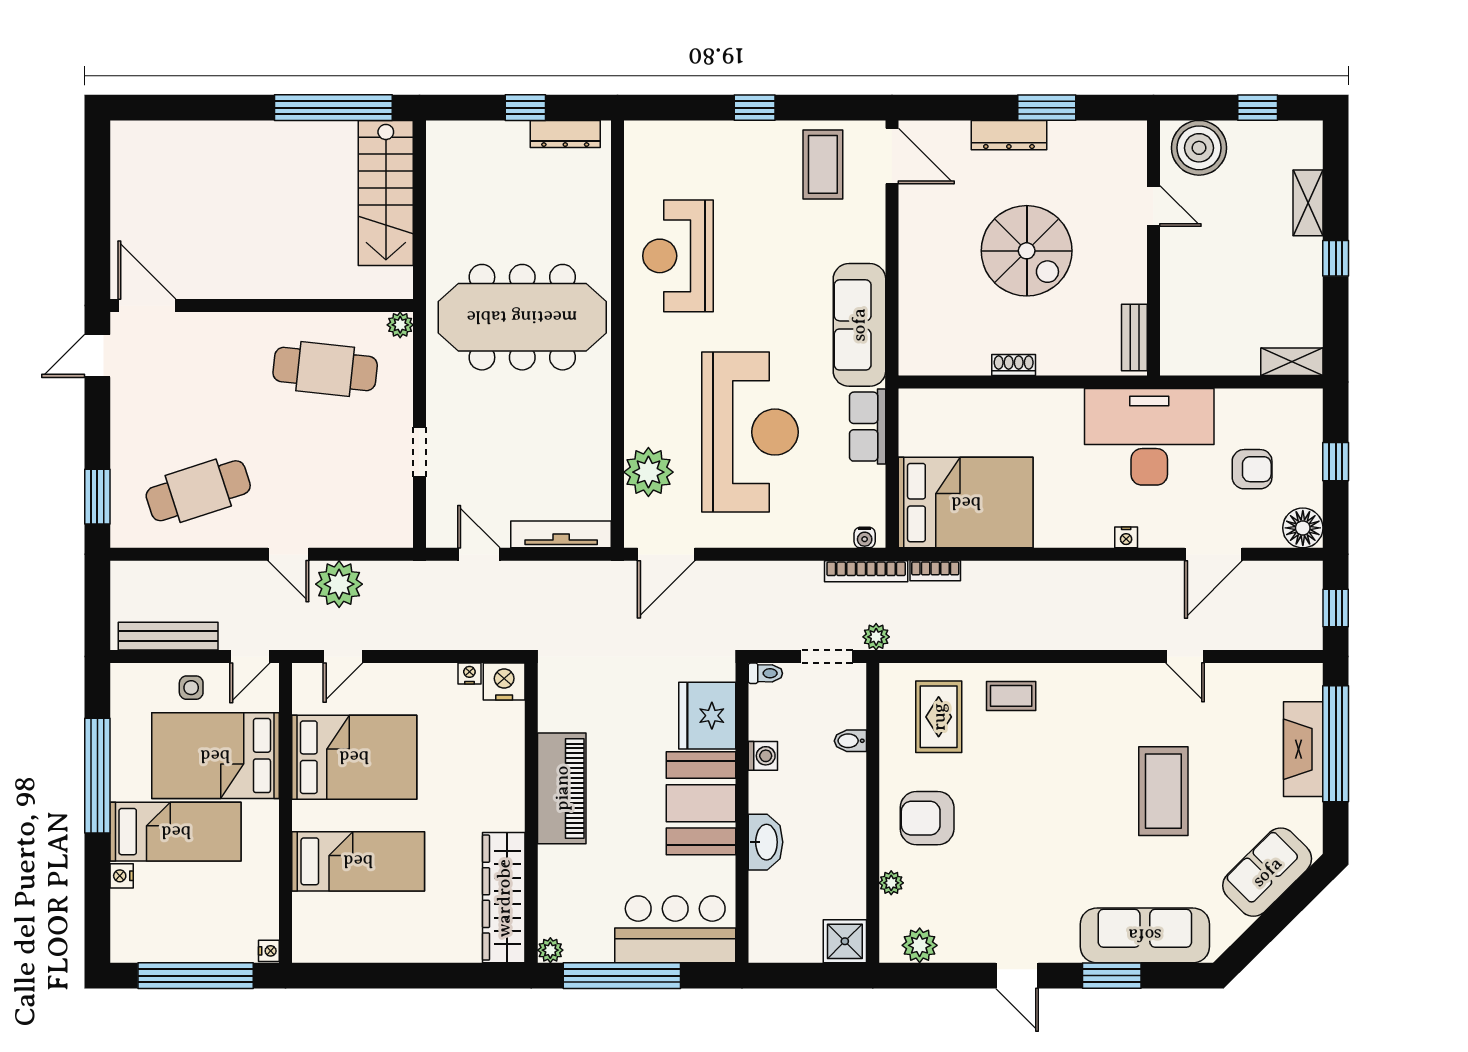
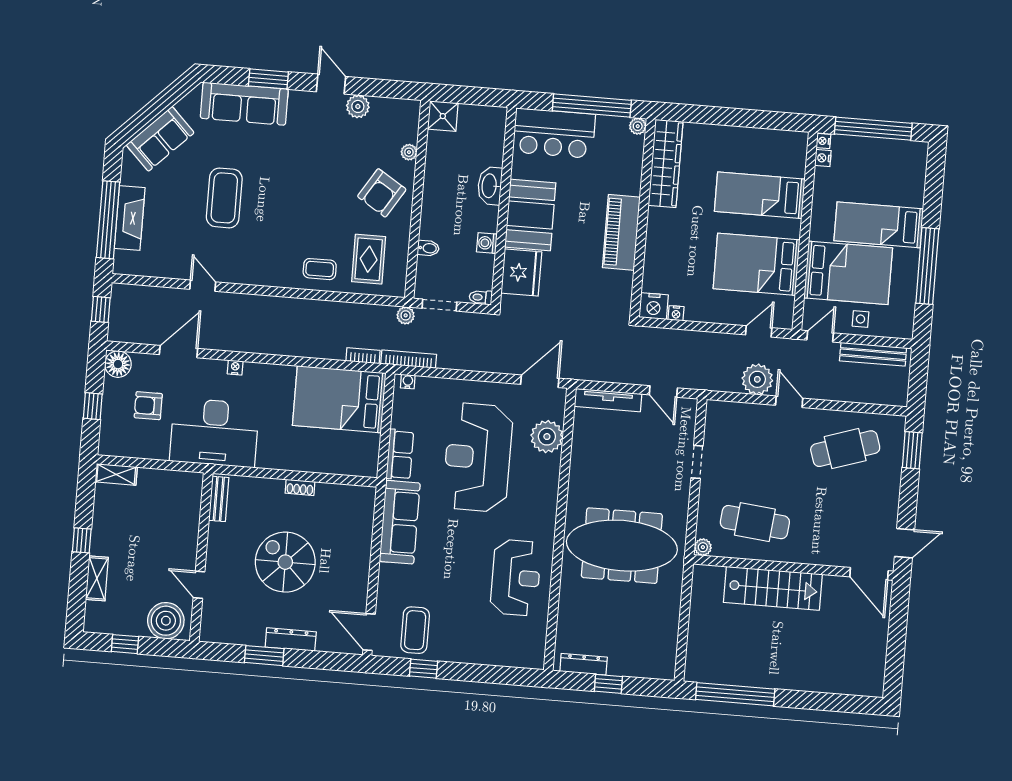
window: (755, 108) -> (424, 669), moved
stairs: (386, 193) -> (773, 588), moved, turned 90
armchair: (927, 818) -> (382, 193), turned 122
nightstand: (122, 876) -> (823, 158), moved, turned 180
plant: (920, 945) -> (358, 106), moved

